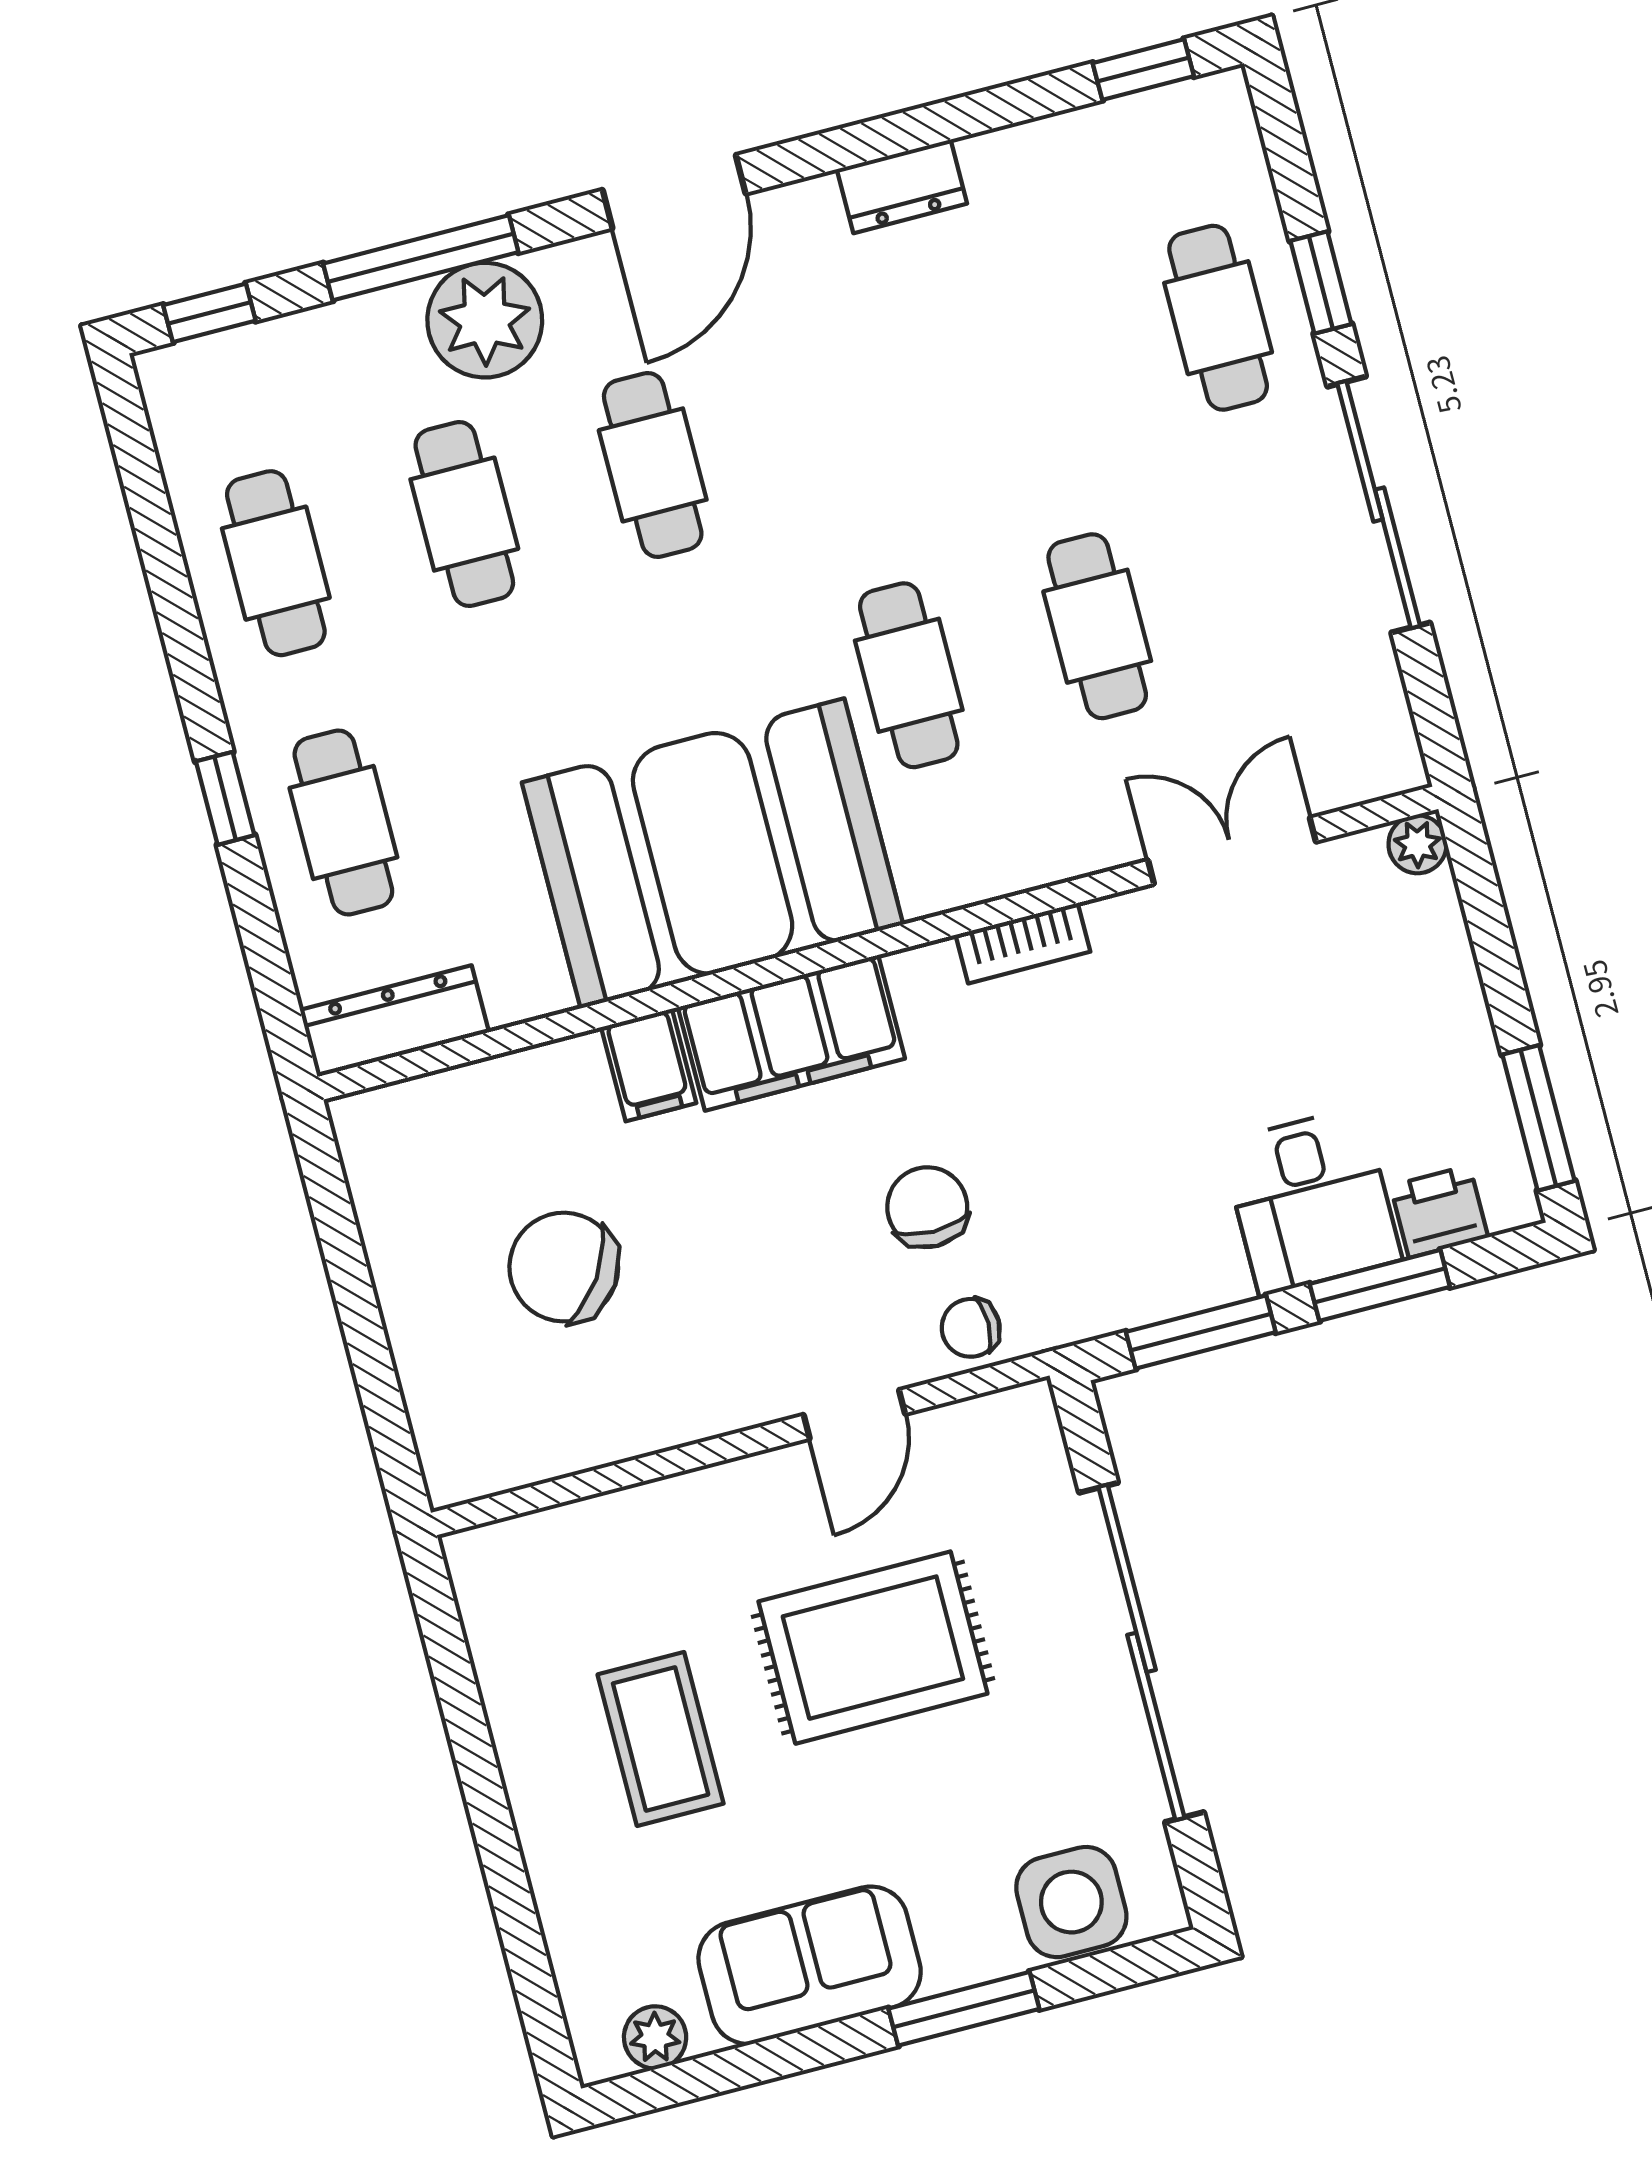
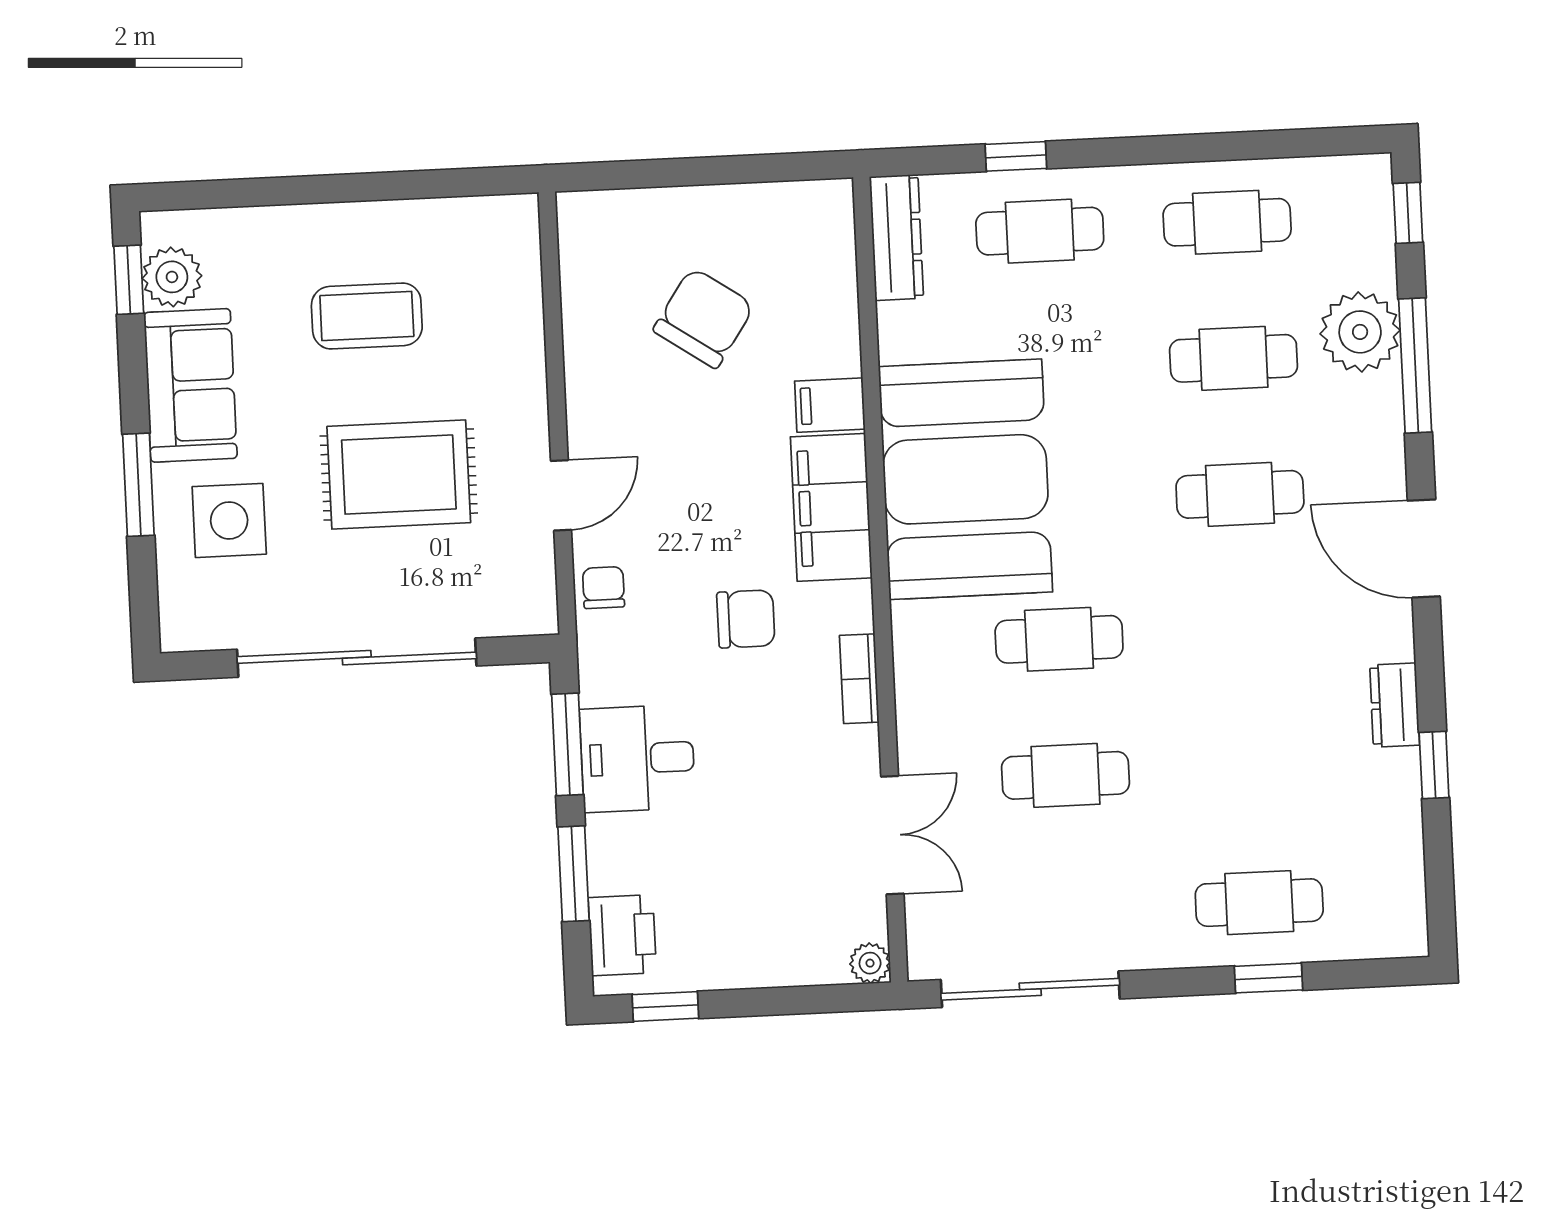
window: (1143, 70) -> (1434, 765), moved
plant: (485, 320) -> (1360, 332), moved
sliding door: (1379, 505) -> (1030, 989), moved
window: (225, 798) -> (1016, 156), moved
window: (1538, 1118) -> (665, 1006), width x0.67
desk: (1311, 1201) -> (637, 758), moved
chair: (927, 1207) -> (746, 619), moved
printer: (1439, 1212) -> (622, 935), width x1.36, depth x1.24
door: (854, 1414) -> (561, 495), swing flipped
rug: (873, 1648) -> (399, 475), turned 90
side table: (1071, 1902) -> (229, 520), moved
plant: (655, 2037) -> (172, 277), width x1.38, depth x1.38
window: (680, 2083) -> (129, 280), added

